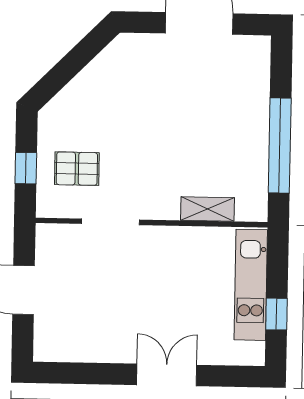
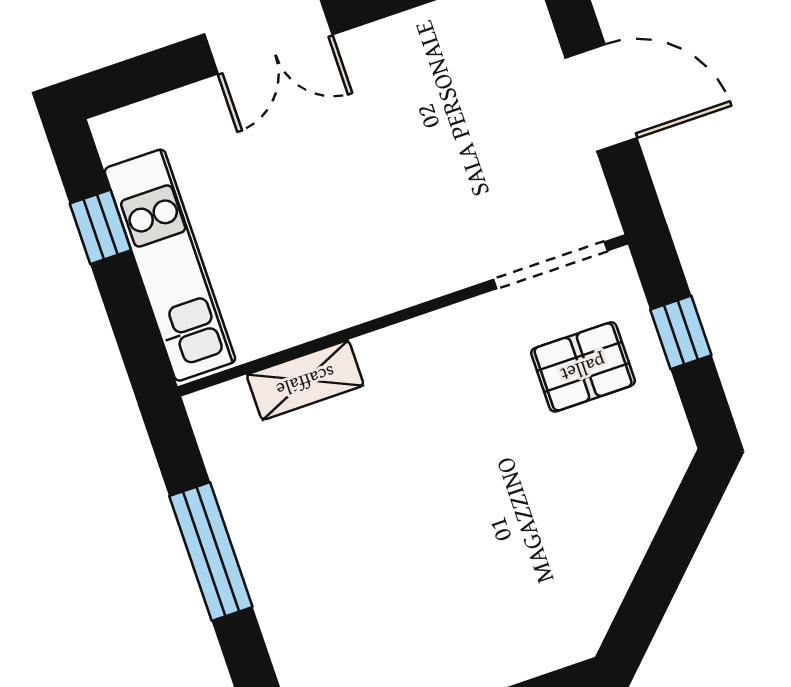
window: (280, 146) -> (211, 551), width x0.68
doorway: (111, 222) -> (550, 265), moved

